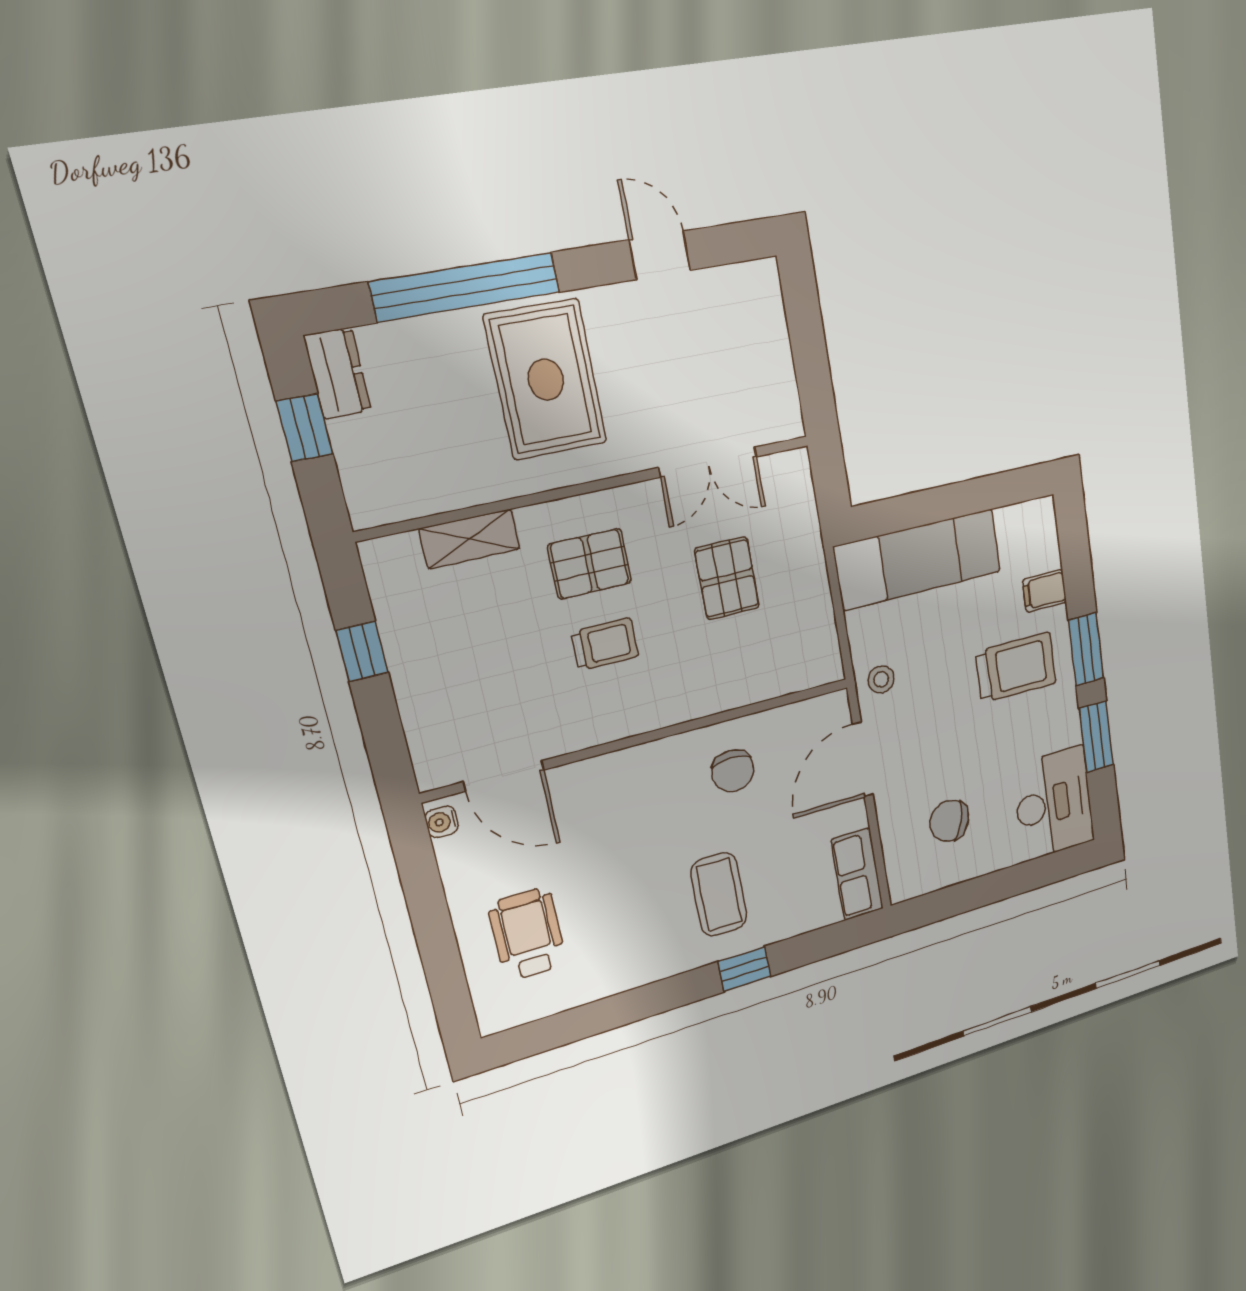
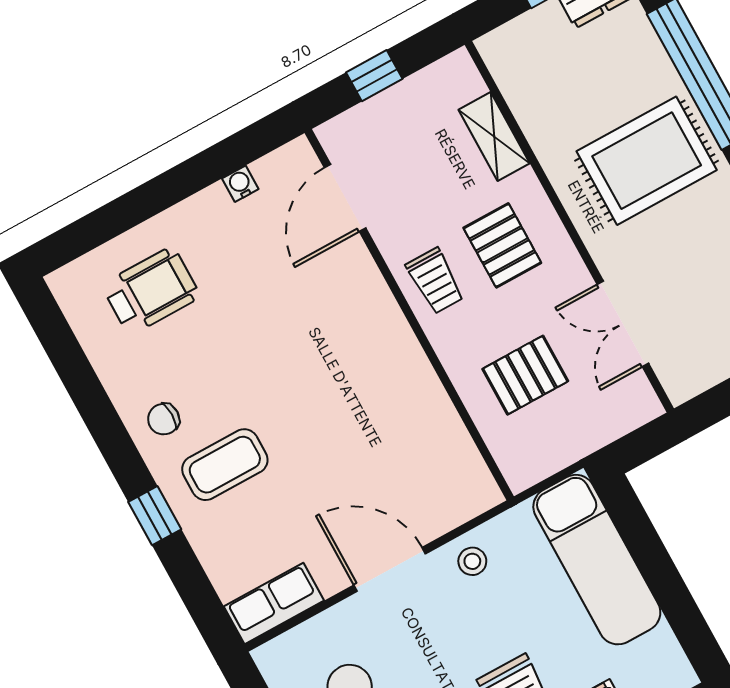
wall: (643, 738) -> (409, 315), moved
chair: (733, 771) -> (164, 419), moved, width x0.73, depth x0.73
door: (504, 776) -> (345, 198), moved

